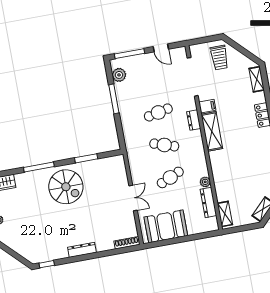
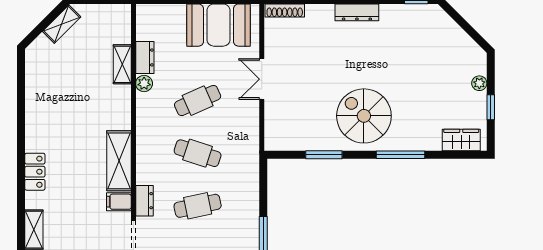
dresser: (194, 120) -> (144, 201), moved
dresser: (208, 202) -> (145, 57), width x0.70
shelving: (225, 214) -> (122, 64), moved

